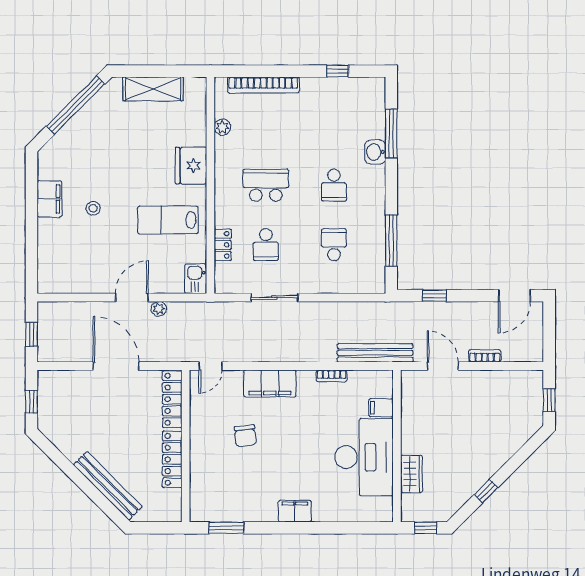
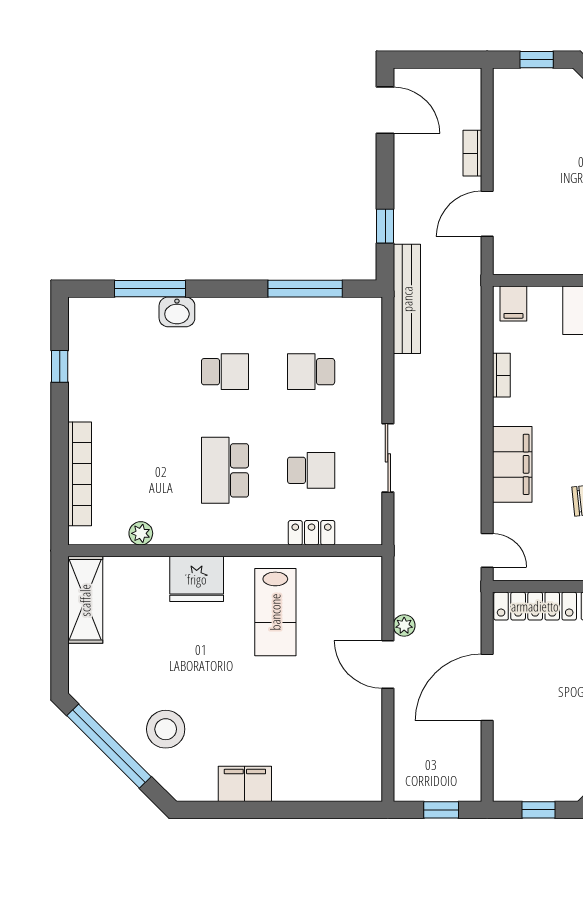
shelving: (153, 89) -> (85, 600), moved
stool: (93, 208) -> (166, 729), moved, width x1.89, depth x1.89
kitchen sink: (196, 279) -> (361, 572), removed
bench: (375, 353) -> (407, 299), moved
filing cabinet: (381, 408) -> (513, 303), moved

